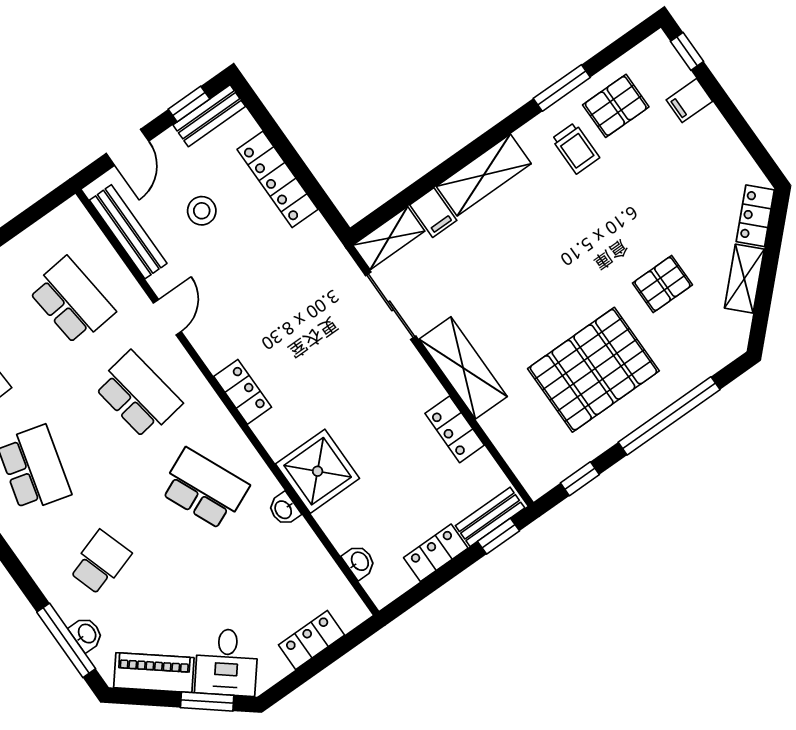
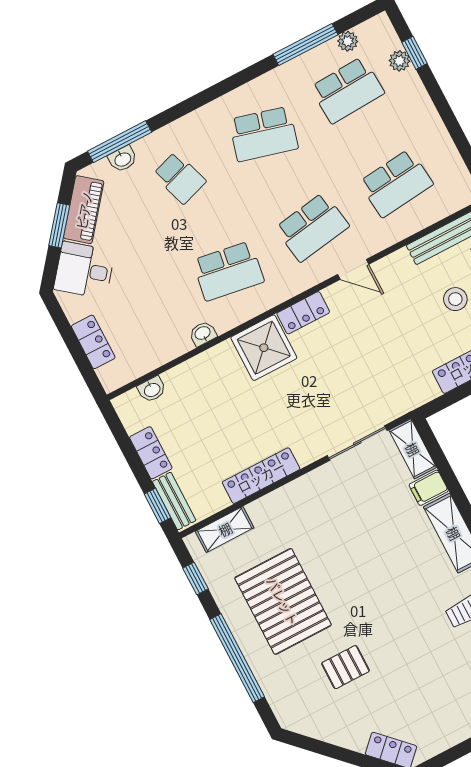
shelving: (744, 279) -> (341, 734), removed
pallet: (662, 284) -> (345, 667), turned 90
door: (167, 317) -> (353, 269), moved
shelving: (463, 368) -> (225, 529), moved, width x0.67, depth x0.75
locker: (455, 429) -> (261, 476), width x1.53
shower: (318, 471) -> (264, 348), moved
school desk: (204, 489) -> (228, 271), turned 33
window: (207, 701) -> (59, 225), moved

